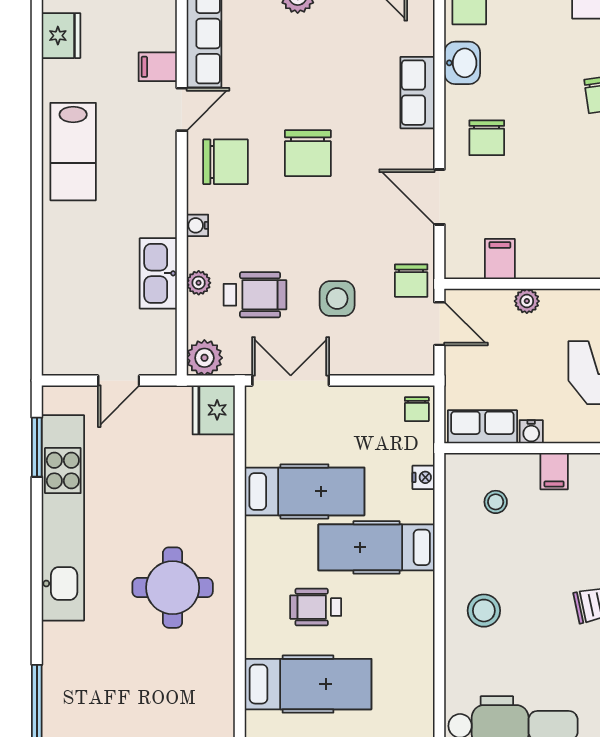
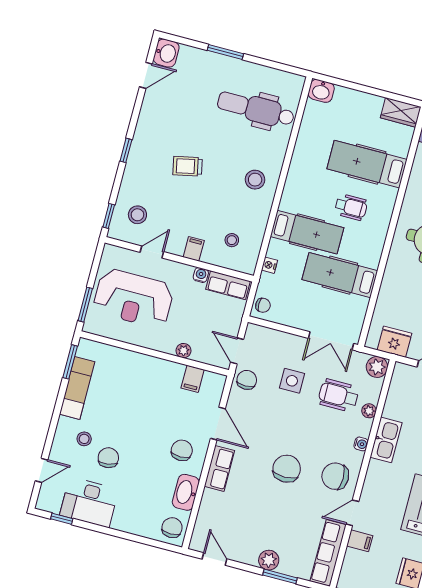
washbasin: (462, 63) -> (186, 492), width x1.38
row of seats: (417, 93) -> (219, 468), moved
kitchen sink: (158, 273) -> (386, 440), moved
chair: (417, 409) -> (263, 305), turned 90
fridge: (214, 410) -> (394, 342), moved, turned -90

